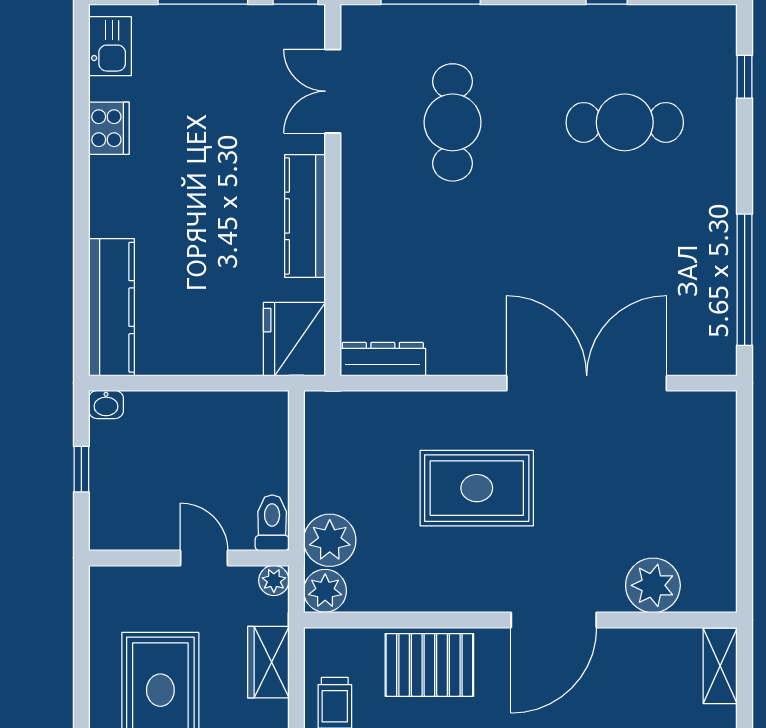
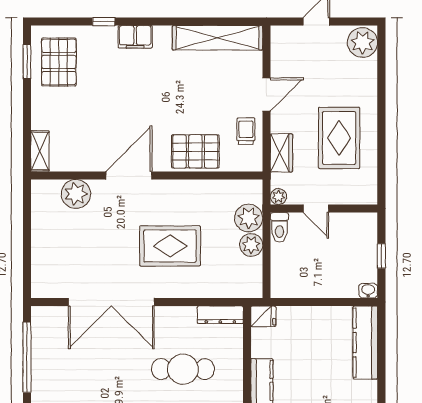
cafe table: (453, 258) -> (183, 369), added
fridge: (294, 339) -> (263, 316), width x0.53, depth x0.75
plant: (325, 591) -> (251, 245), moved

